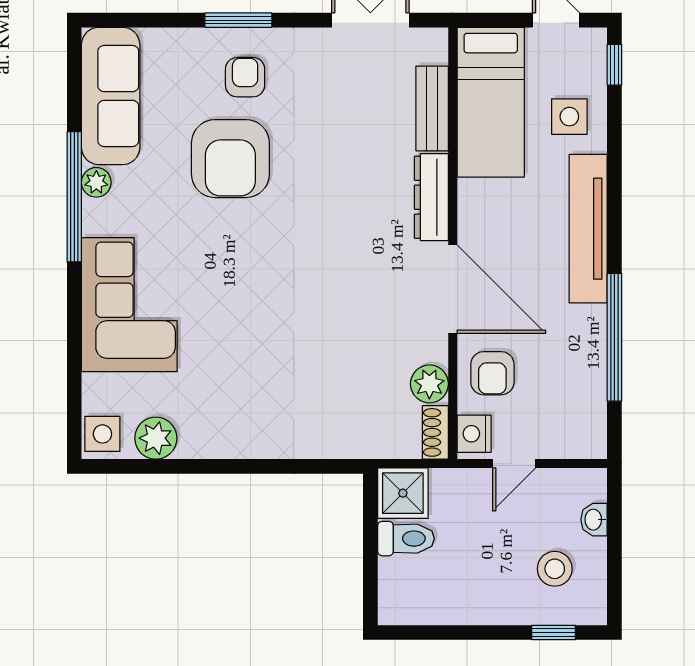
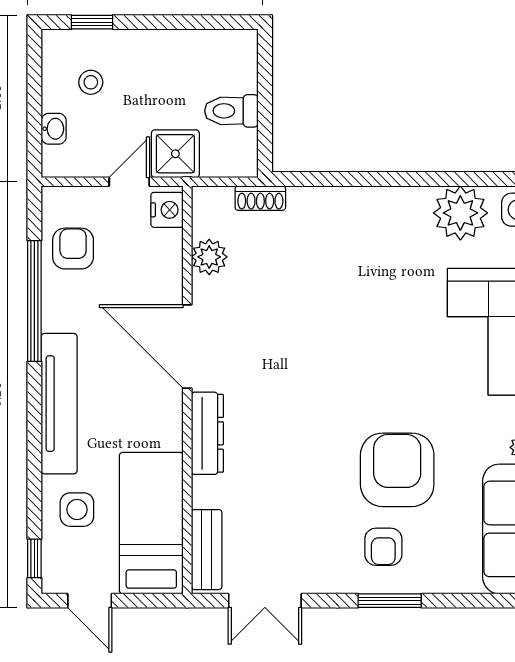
bench: (432, 108) -> (207, 550), moved
armchair: (492, 373) -> (73, 249), moved
shoe rack: (435, 432) -> (260, 198), moved, turned 90
plant: (156, 438) -> (460, 213), width x1.36, depth x1.36
shower: (403, 493) -> (175, 154), moved
stool: (555, 569) -> (91, 82), width x0.73, depth x0.73

